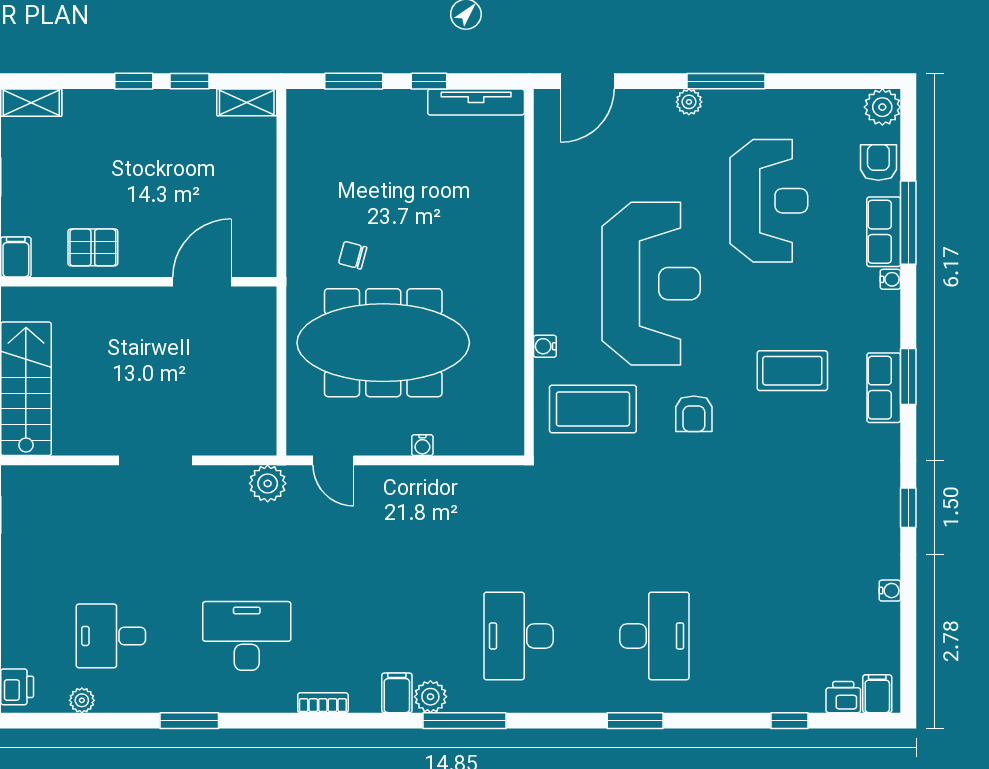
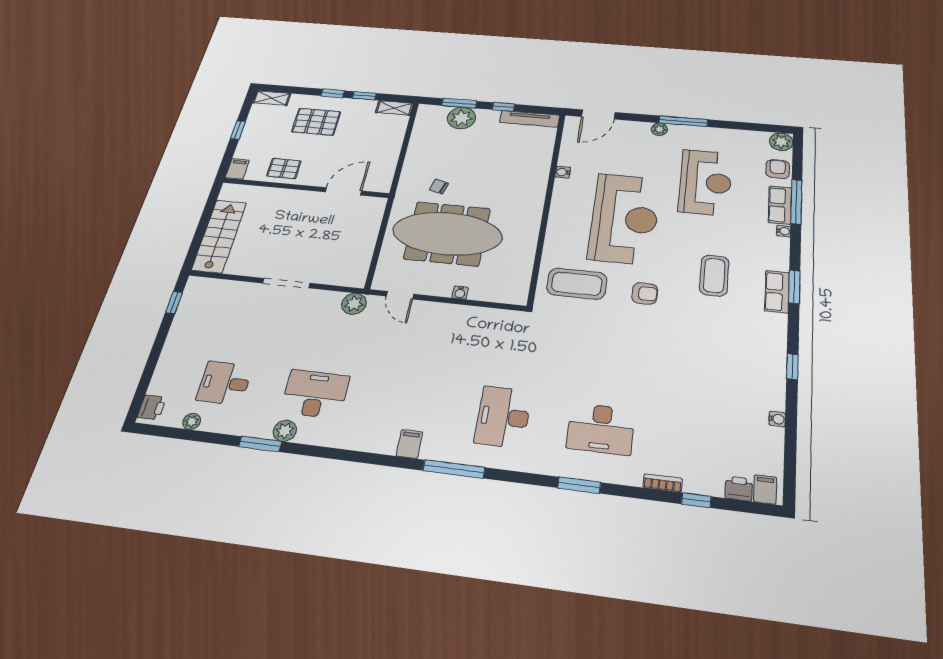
plant: (363, 112) -> (461, 118), added
pallet: (121, 146) -> (316, 122), added
water cooler: (545, 346) -> (563, 172), moved
coffee table: (792, 371) -> (714, 276), turned 90
armchair: (694, 414) -> (645, 293), turned -90
desk: (654, 636) -> (601, 429), turned 90
plant: (430, 697) -> (285, 431), moved
bookcase: (323, 703) -> (663, 483), moved

